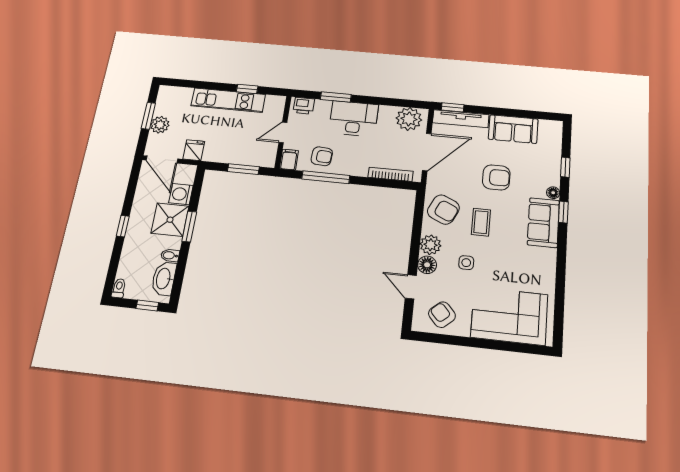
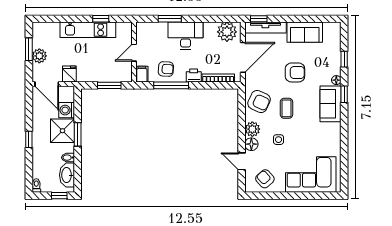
printer: (304, 106) -> (194, 76), moved, turned 180

